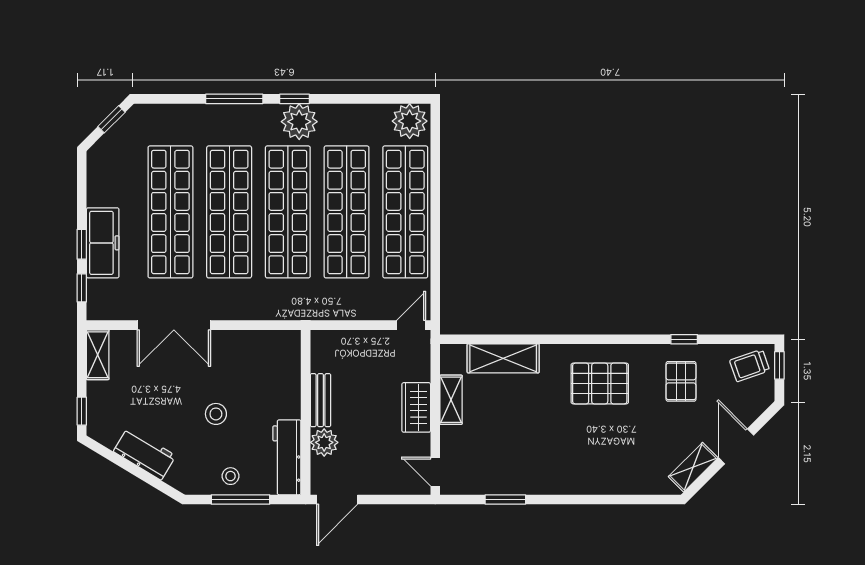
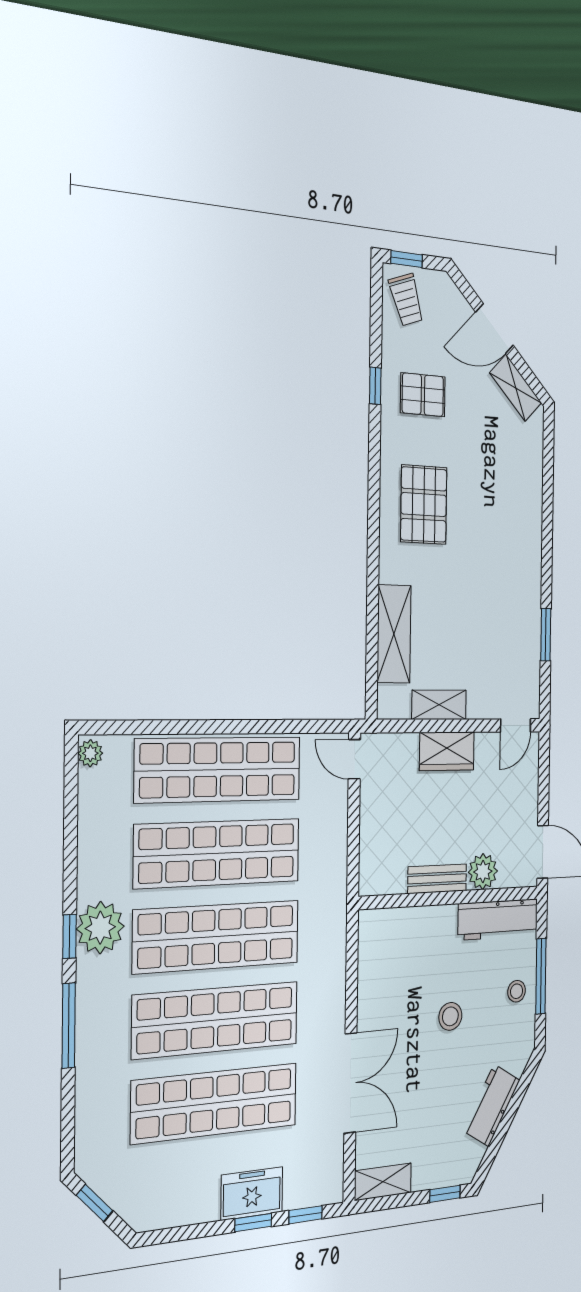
plant: (410, 121) -> (90, 753), width x0.53, depth x0.53
freezer: (103, 243) -> (252, 1194), width x0.71

